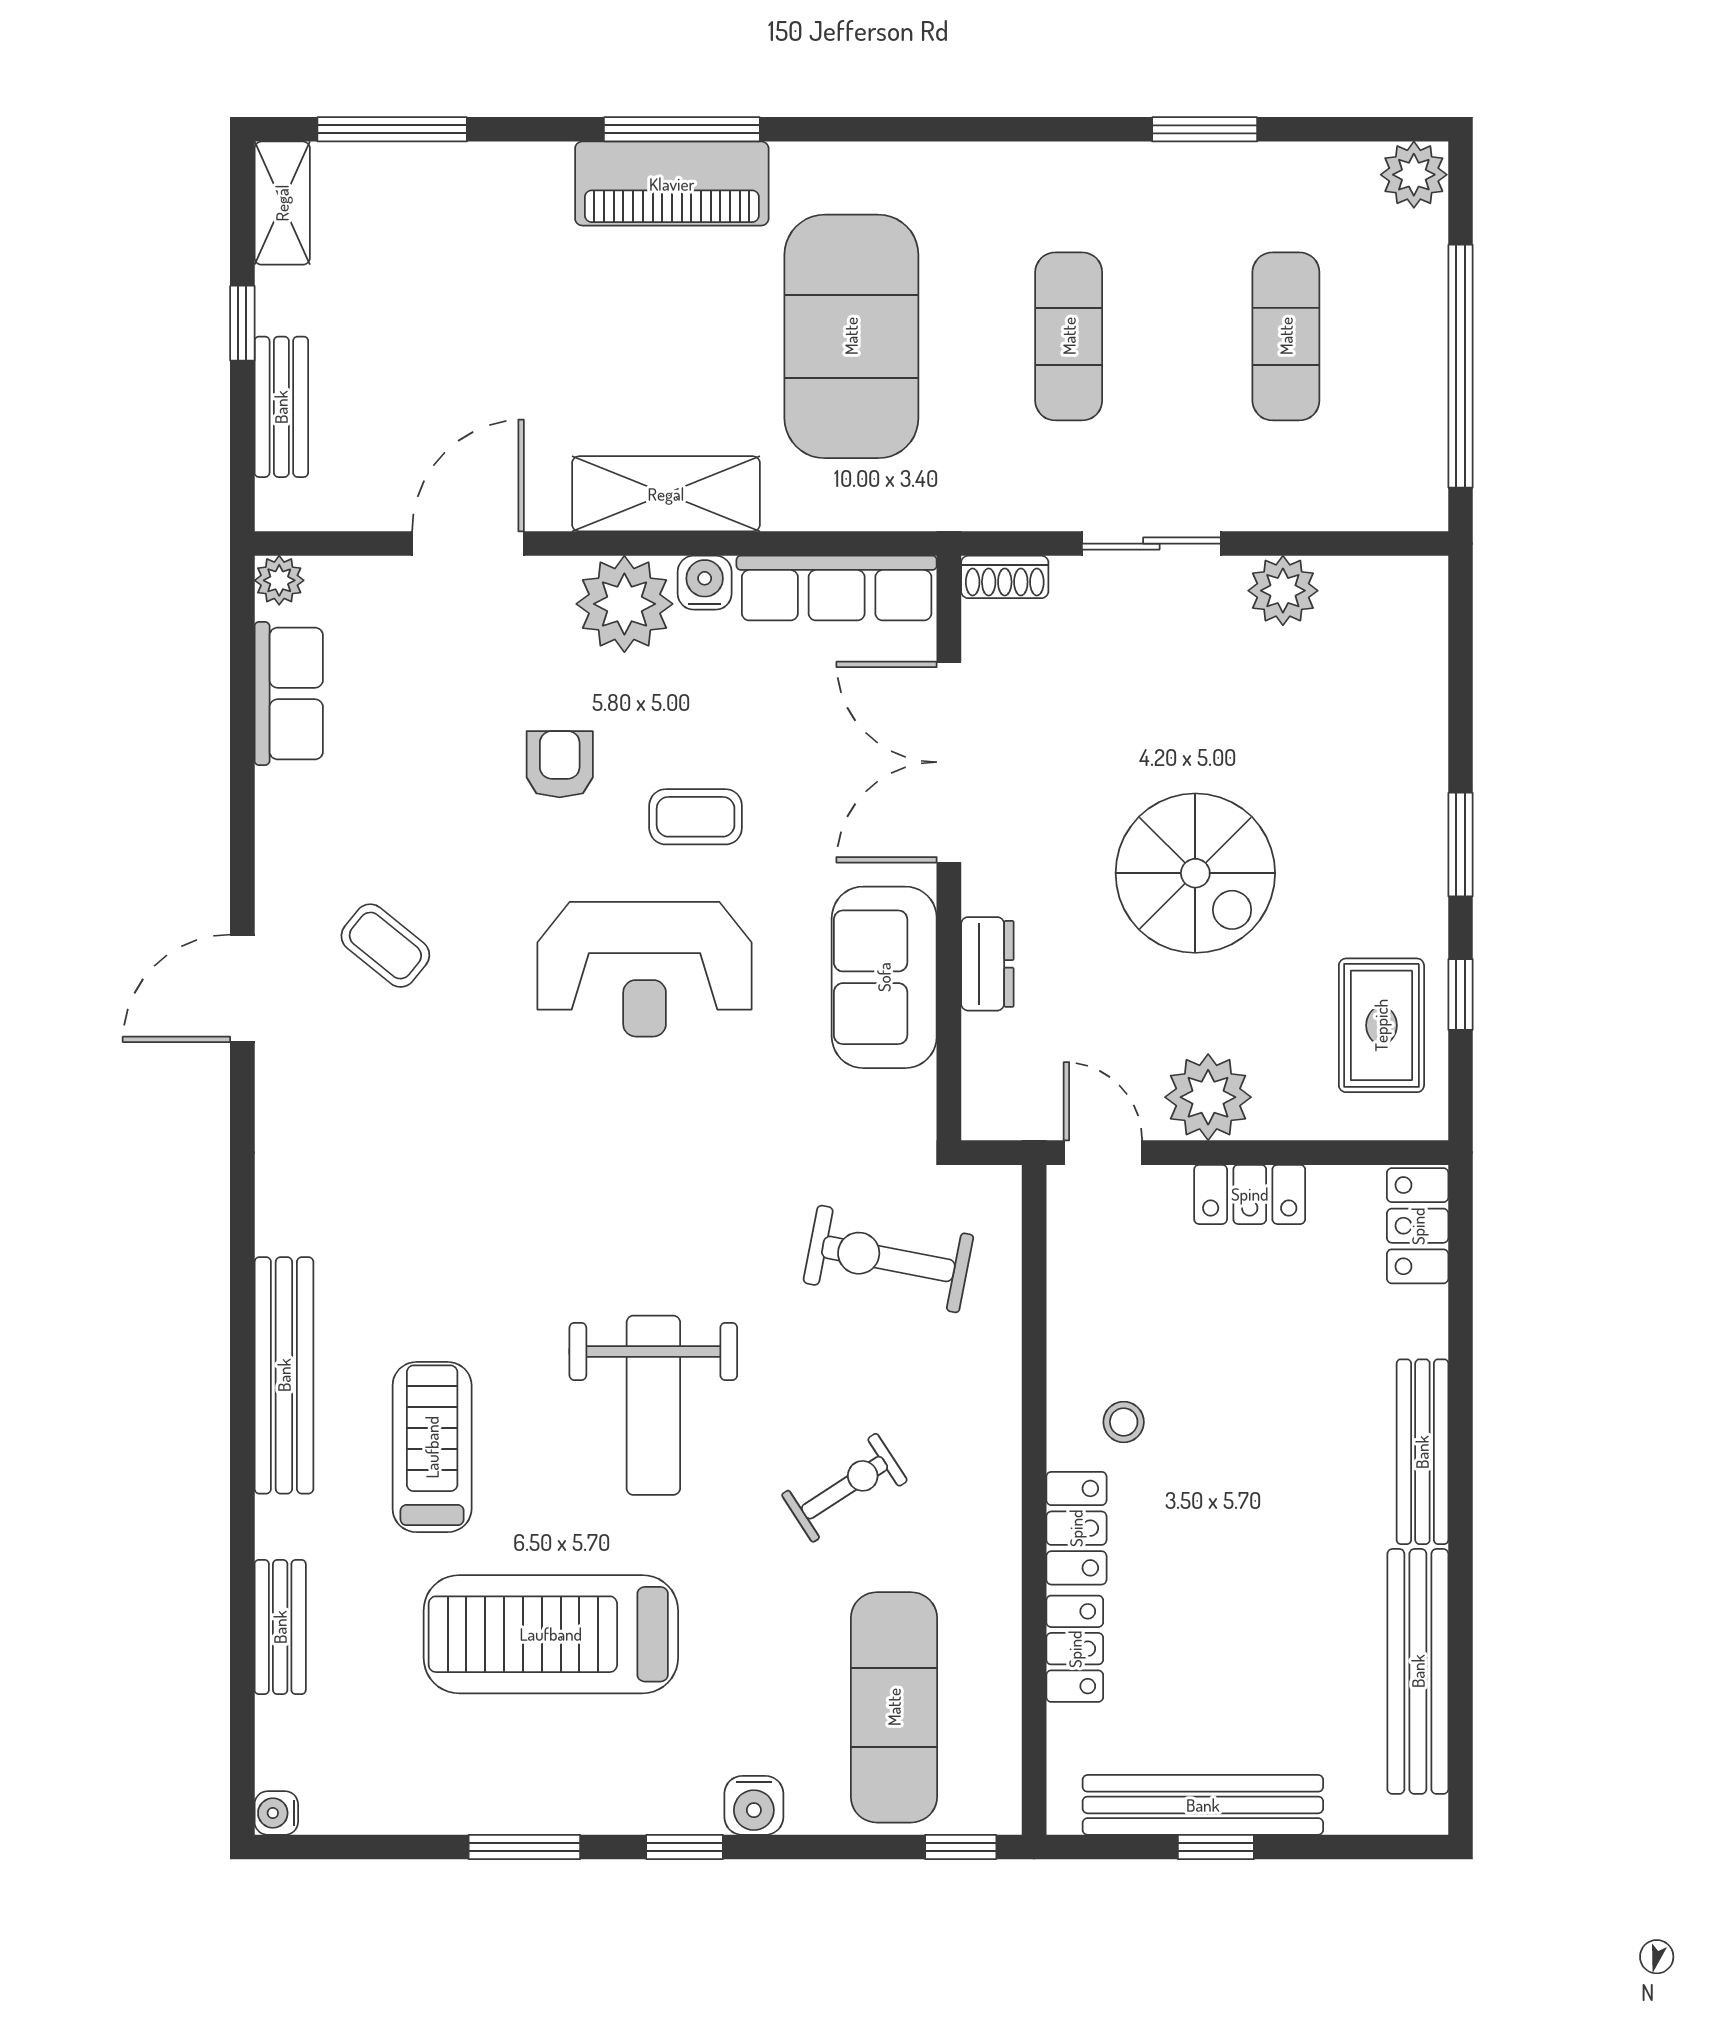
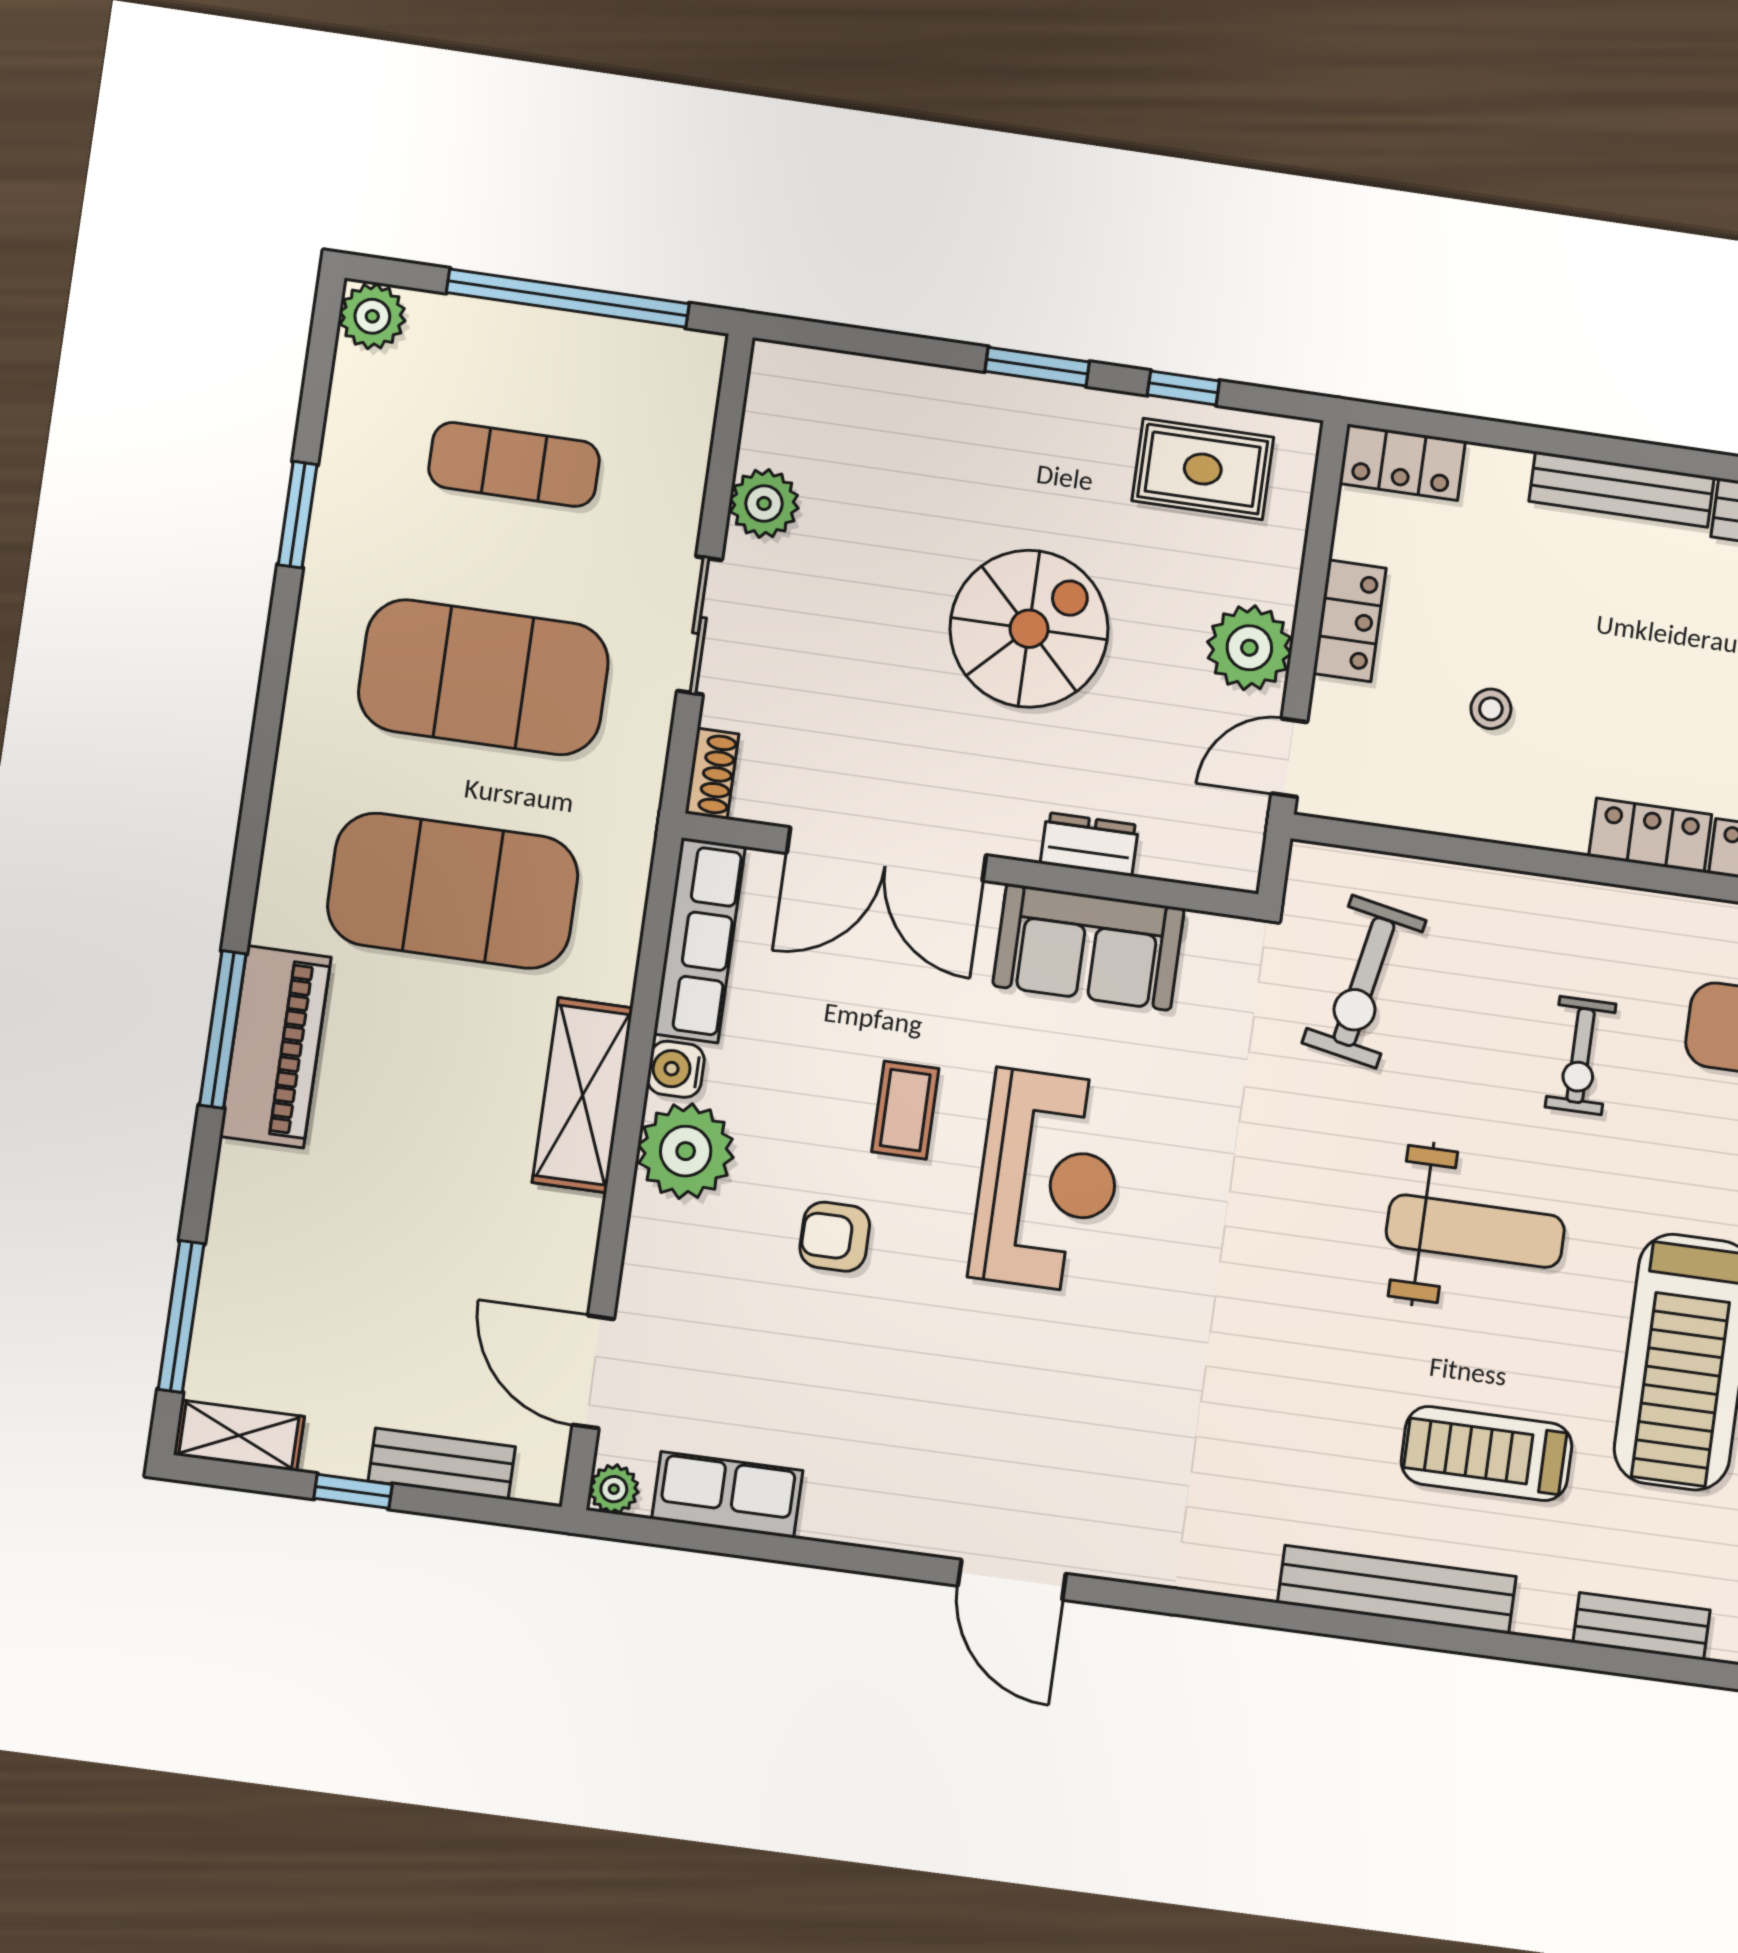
exercise mat: (1069, 336) -> (483, 677), width x2.00, depth x1.45
door: (468, 544) -> (593, 1372), moved
coffee table: (385, 946) -> (989, 1433), removed
stool: (1124, 1422) -> (1491, 709), moved
exercise bike: (845, 1488) -> (1581, 1056), turned -147

